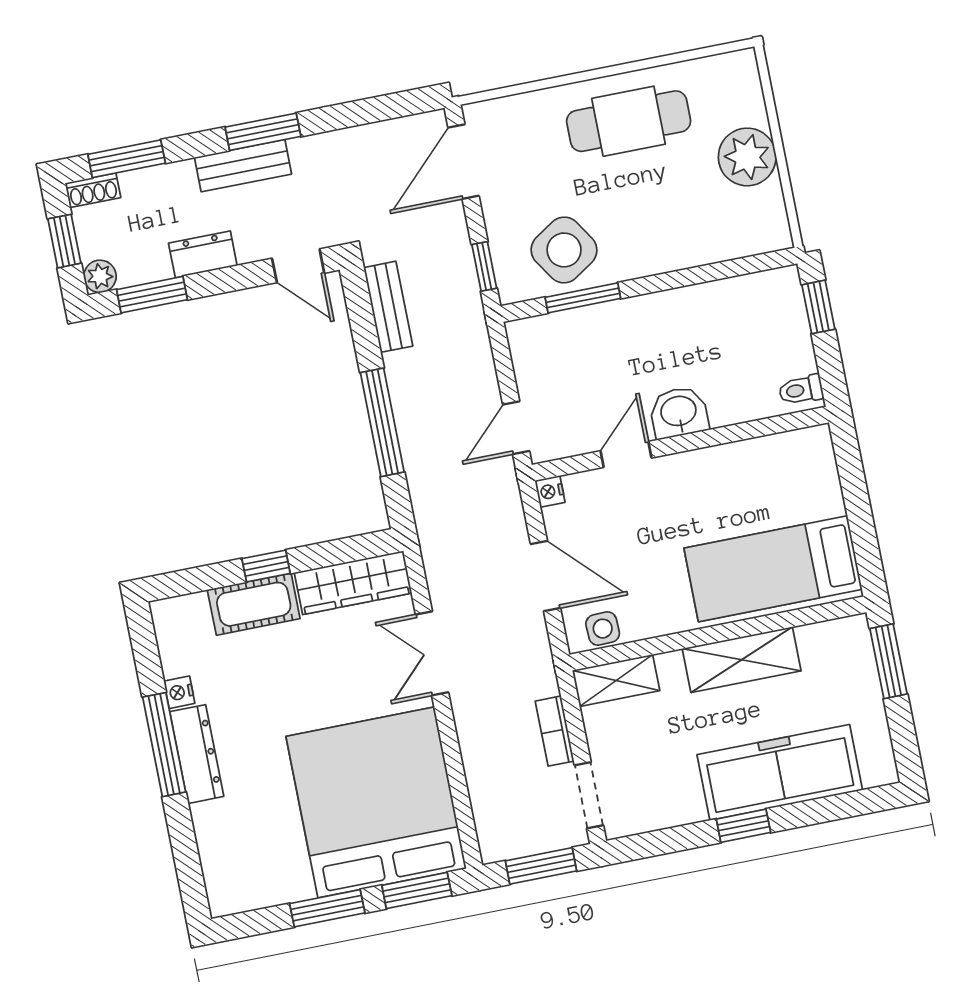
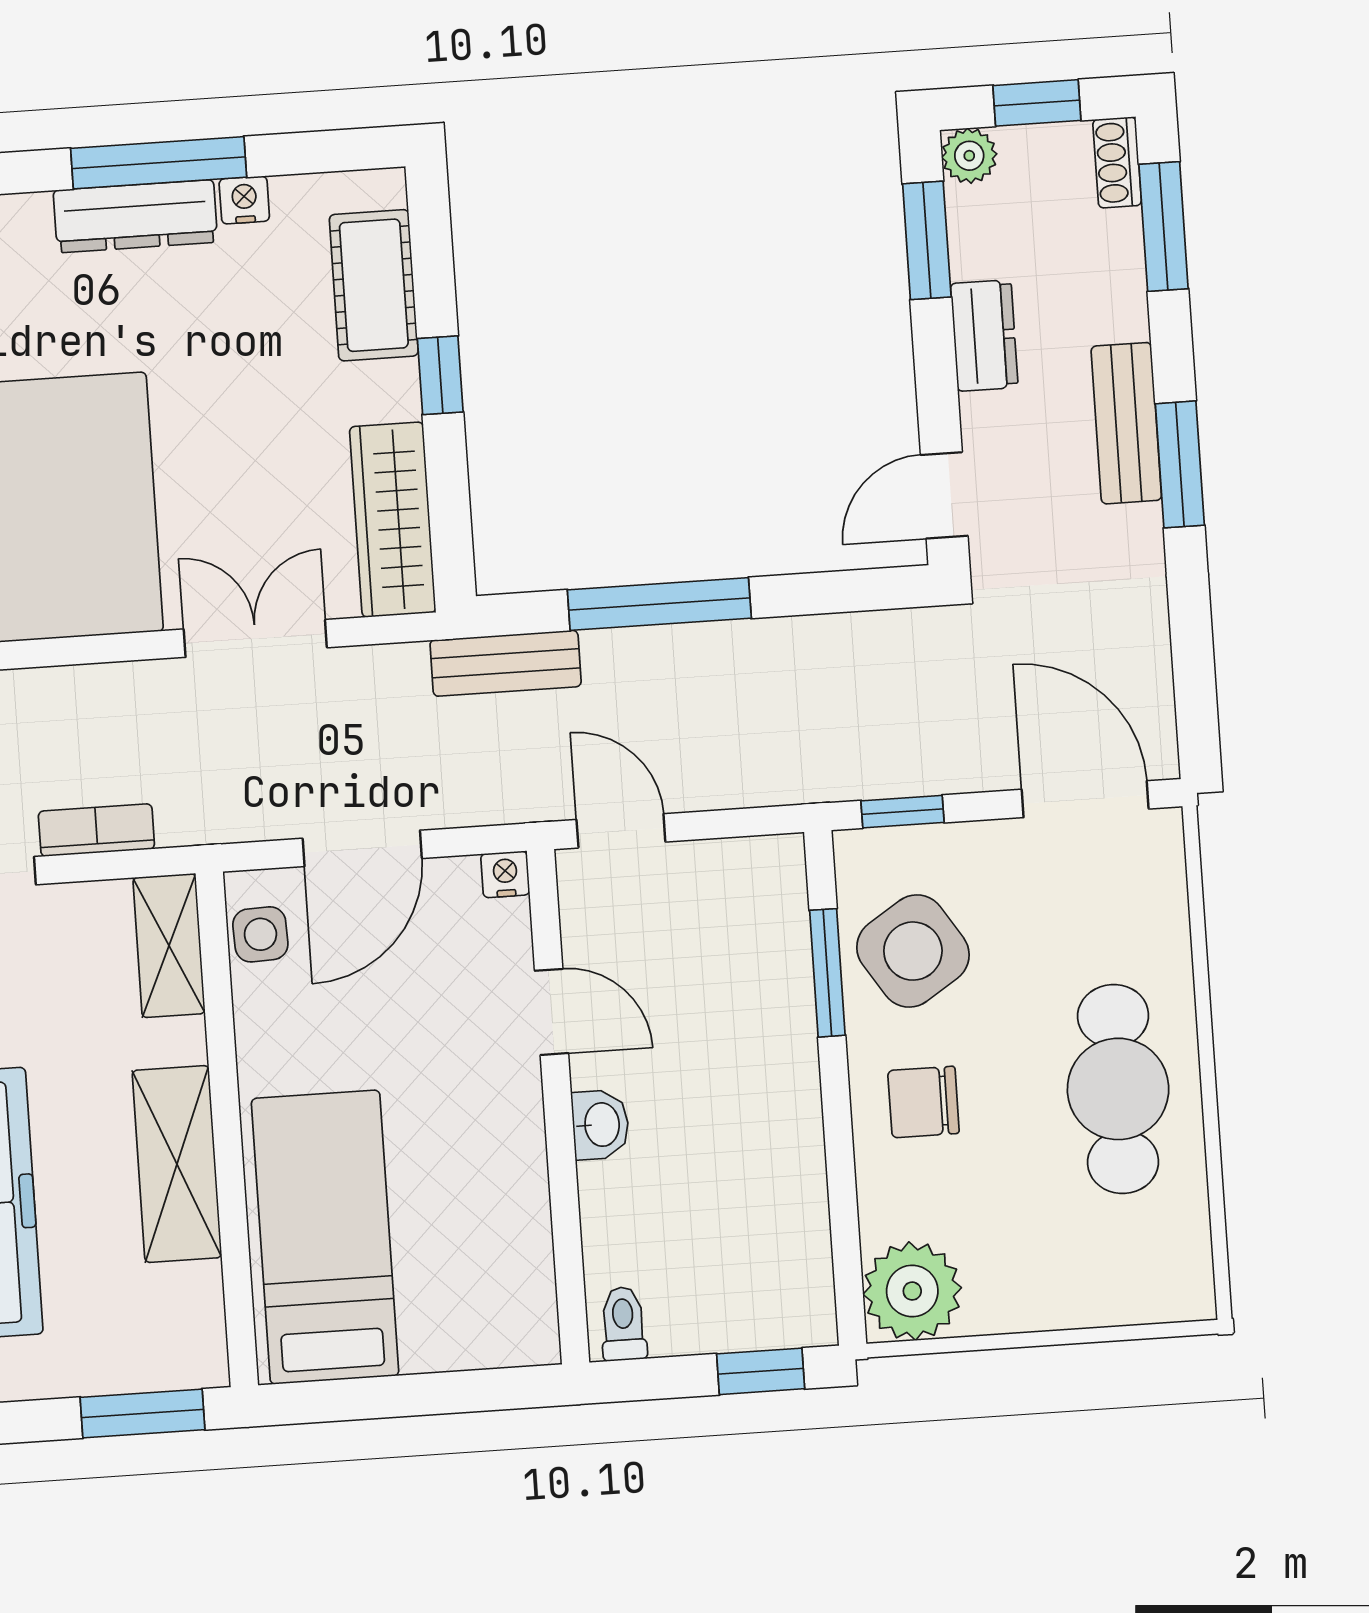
plant: (747, 157) -> (912, 1291), moved
chair: (651, 233) -> (923, 1102), added
bench: (388, 307) -> (506, 663), moved
washbasin: (679, 412) -> (600, 1125), width x0.72, depth x0.69
cot: (254, 604) -> (374, 285), moved

